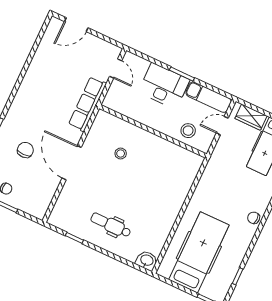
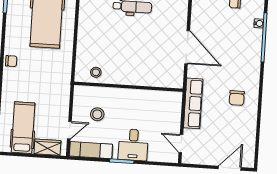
desk: (164, 86) -> (133, 145), width x0.73
wall: (153, 131) -> (128, 87), moved
chair: (25, 150) -> (237, 98), moved
stool: (121, 154) -> (96, 72), moved

